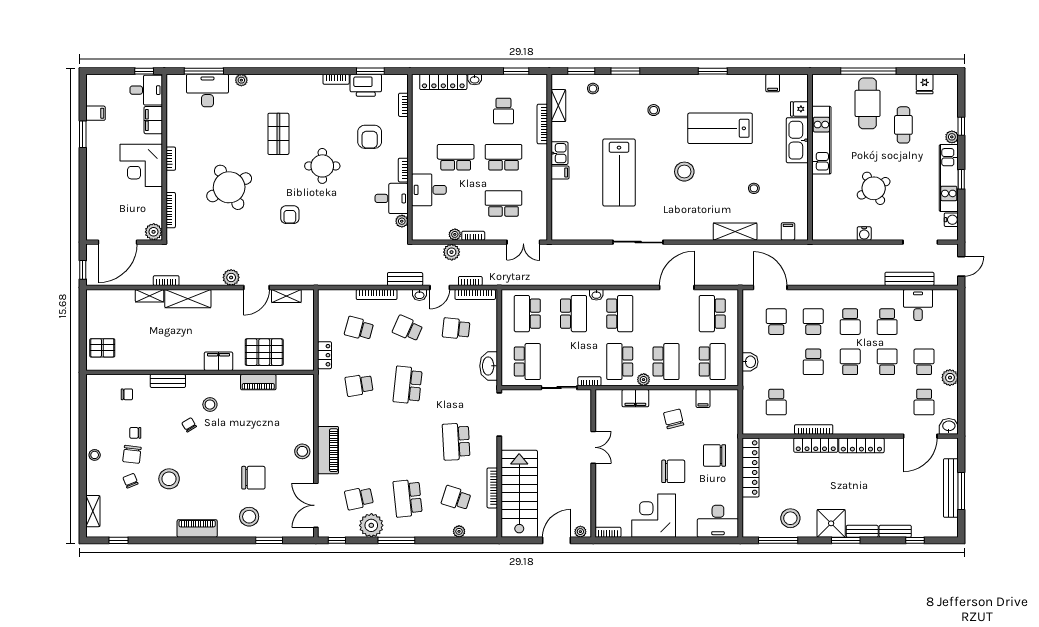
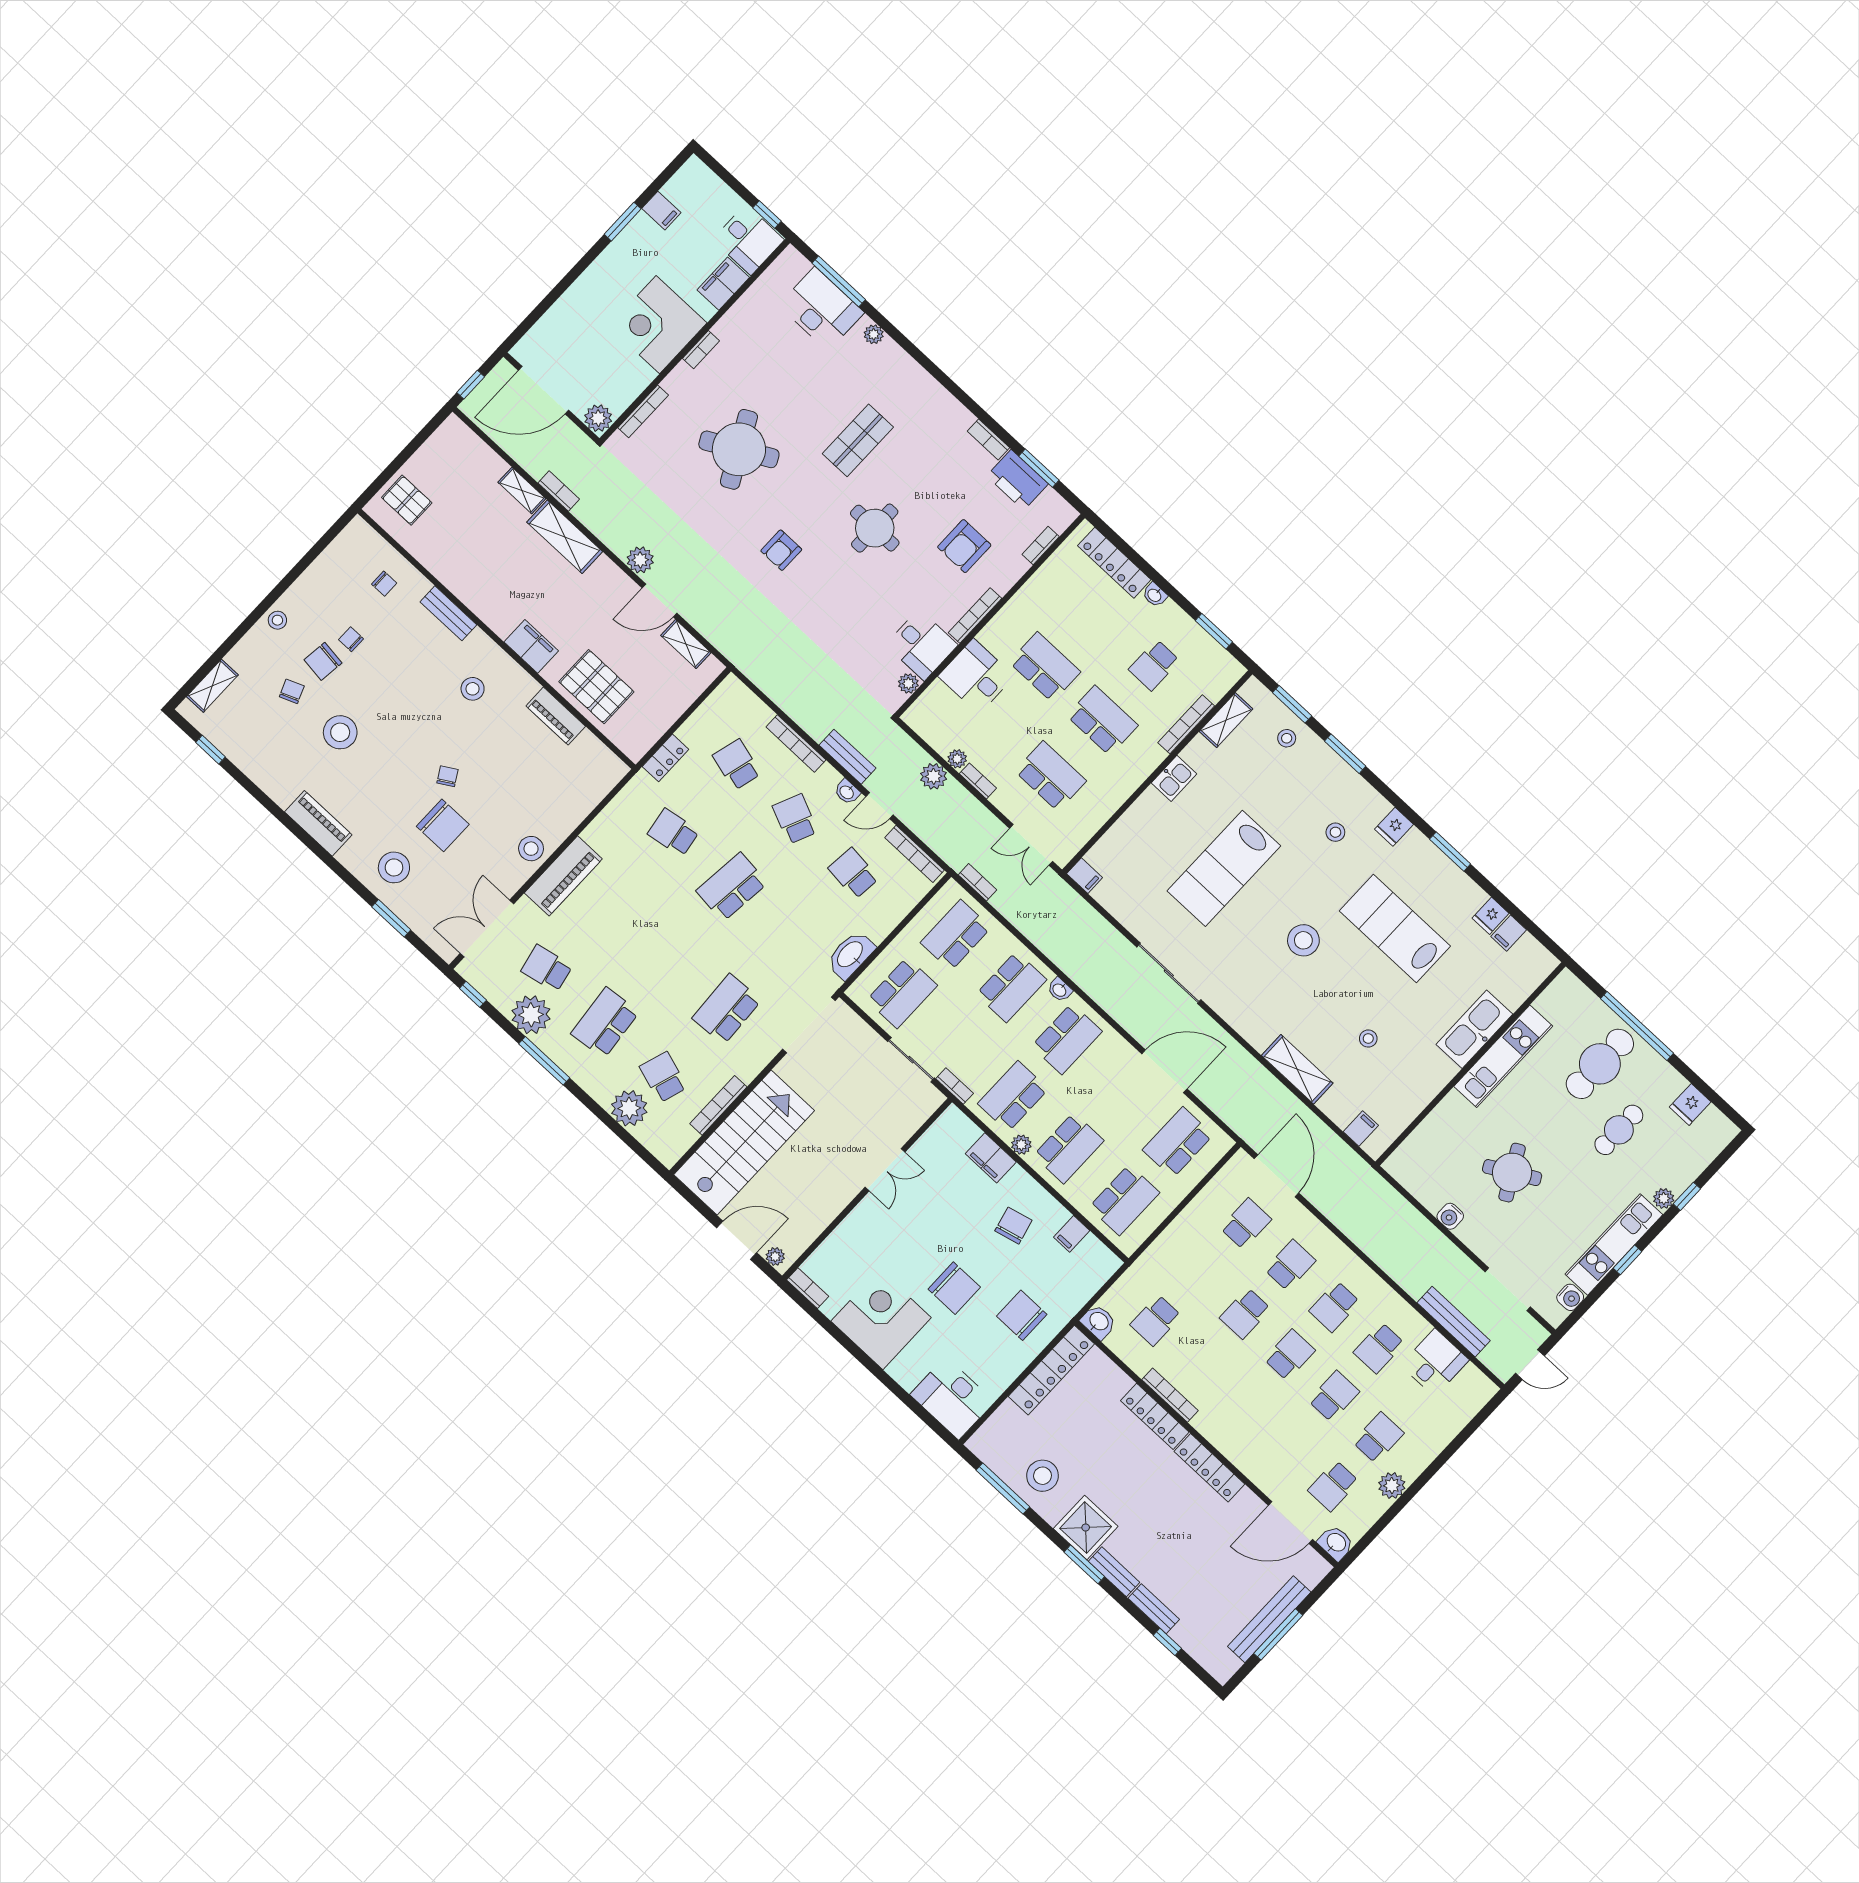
fridge: (677, 83) -> (1394, 827), added
fridge: (799, 109) -> (1491, 916), moved, turned -90
bookcase: (403, 170) -> (975, 616), width x1.56
filing cabinet: (560, 173) -> (1085, 876), moved
bookcase: (470, 281) -> (977, 882), moved
washbasin: (750, 362) -> (1099, 1322), moved, turned -90
chair: (189, 425) -> (447, 776), moved
plant: (459, 531) -> (629, 1108), width x1.88, depth x1.88

